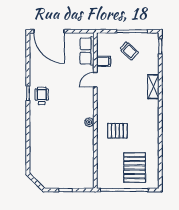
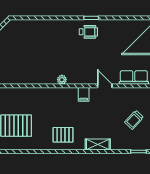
filing cabinet: (104, 61) -> (84, 94), moved
pallet: (117, 131) -> (63, 135), moved, turned 90

